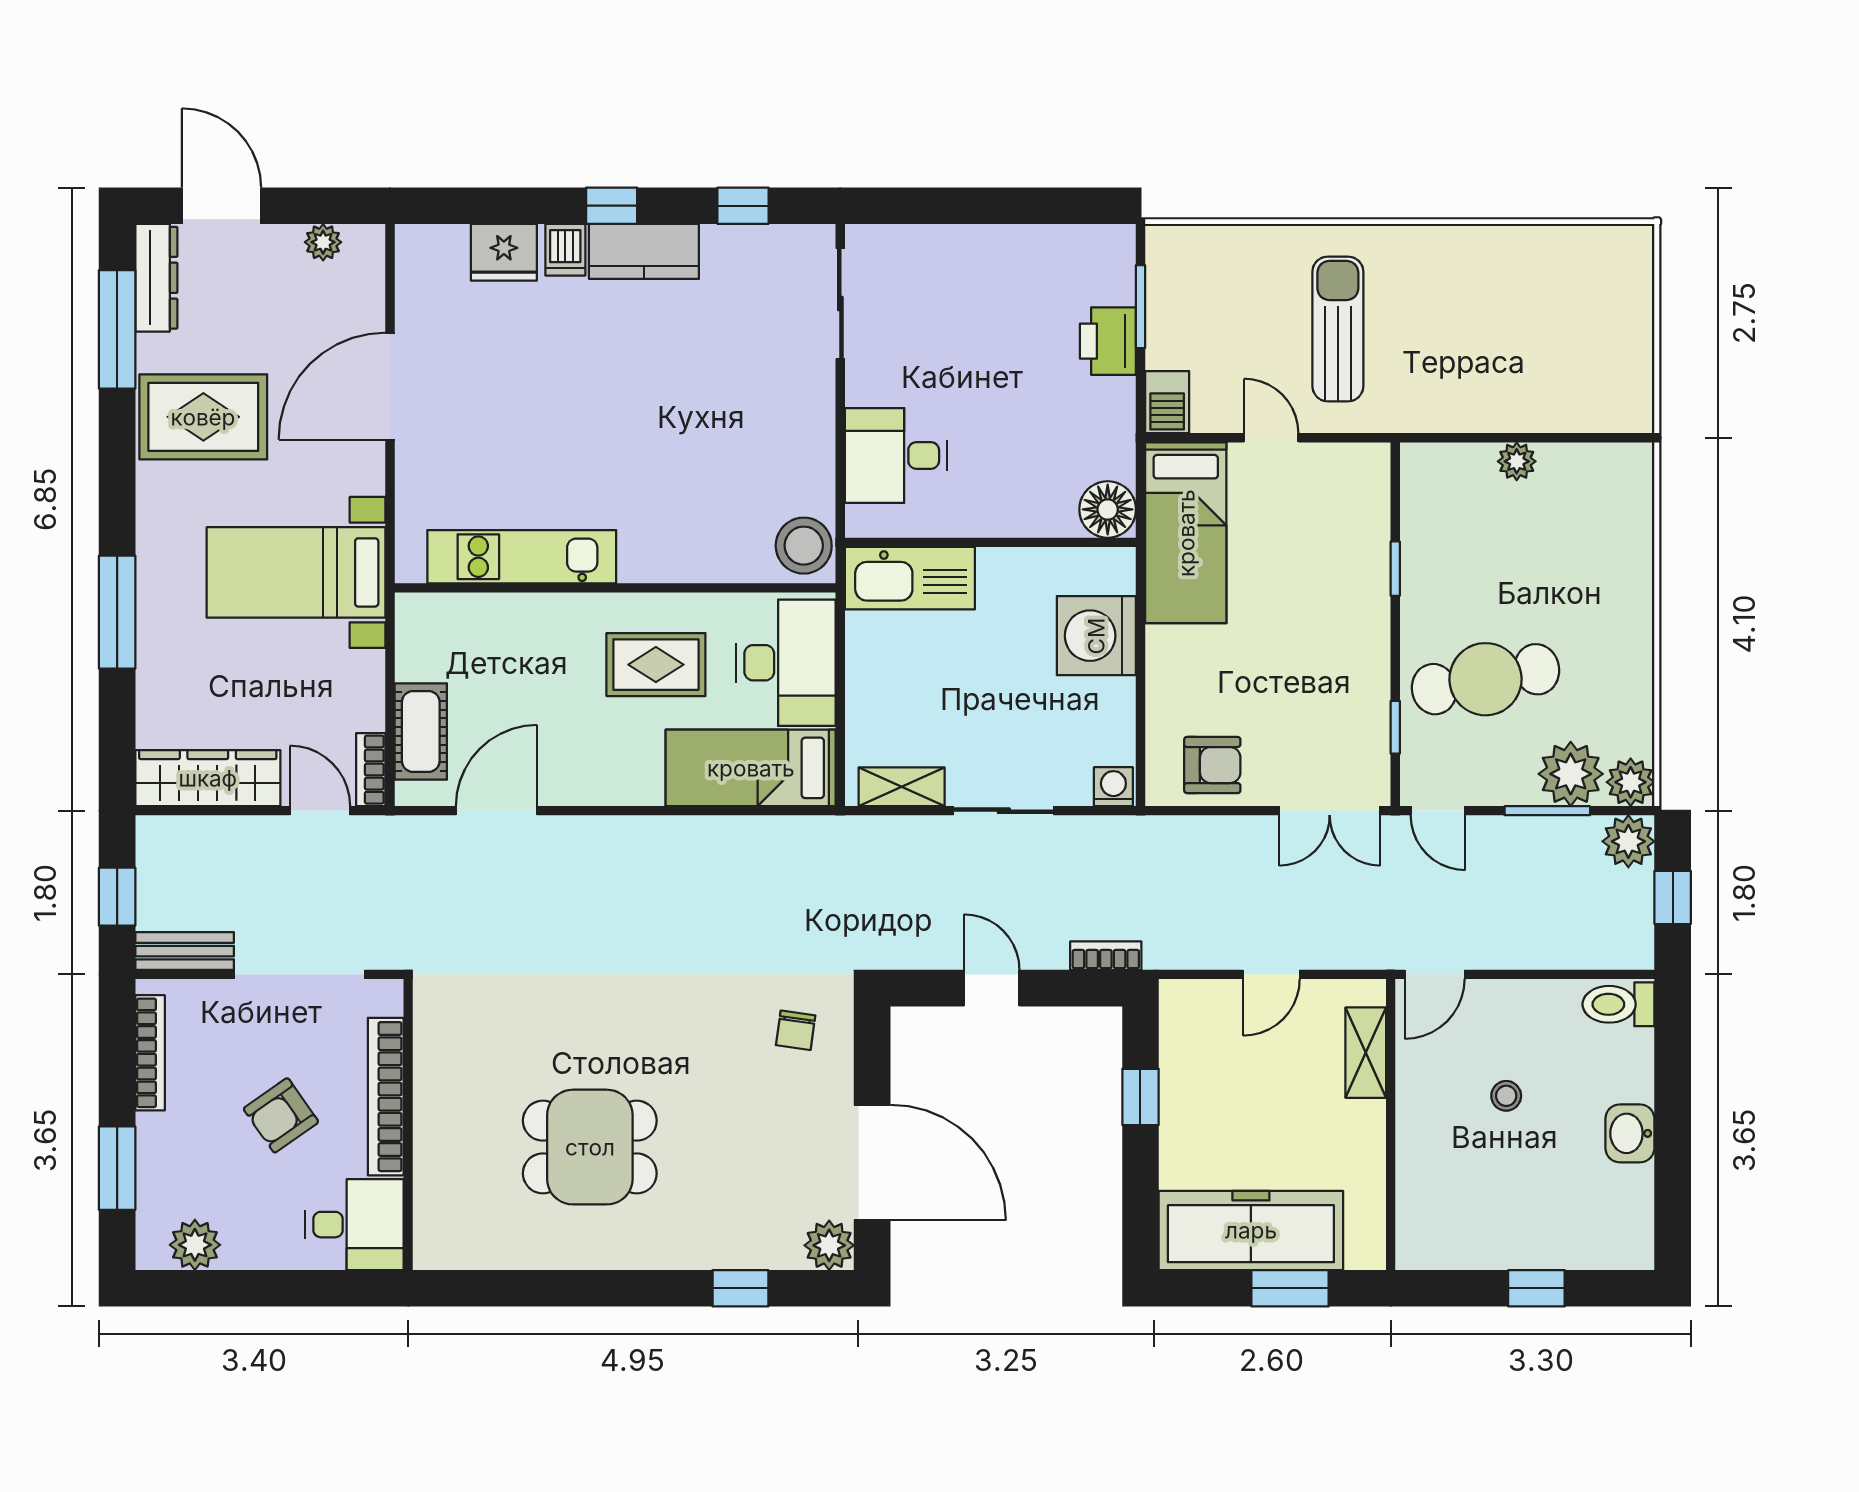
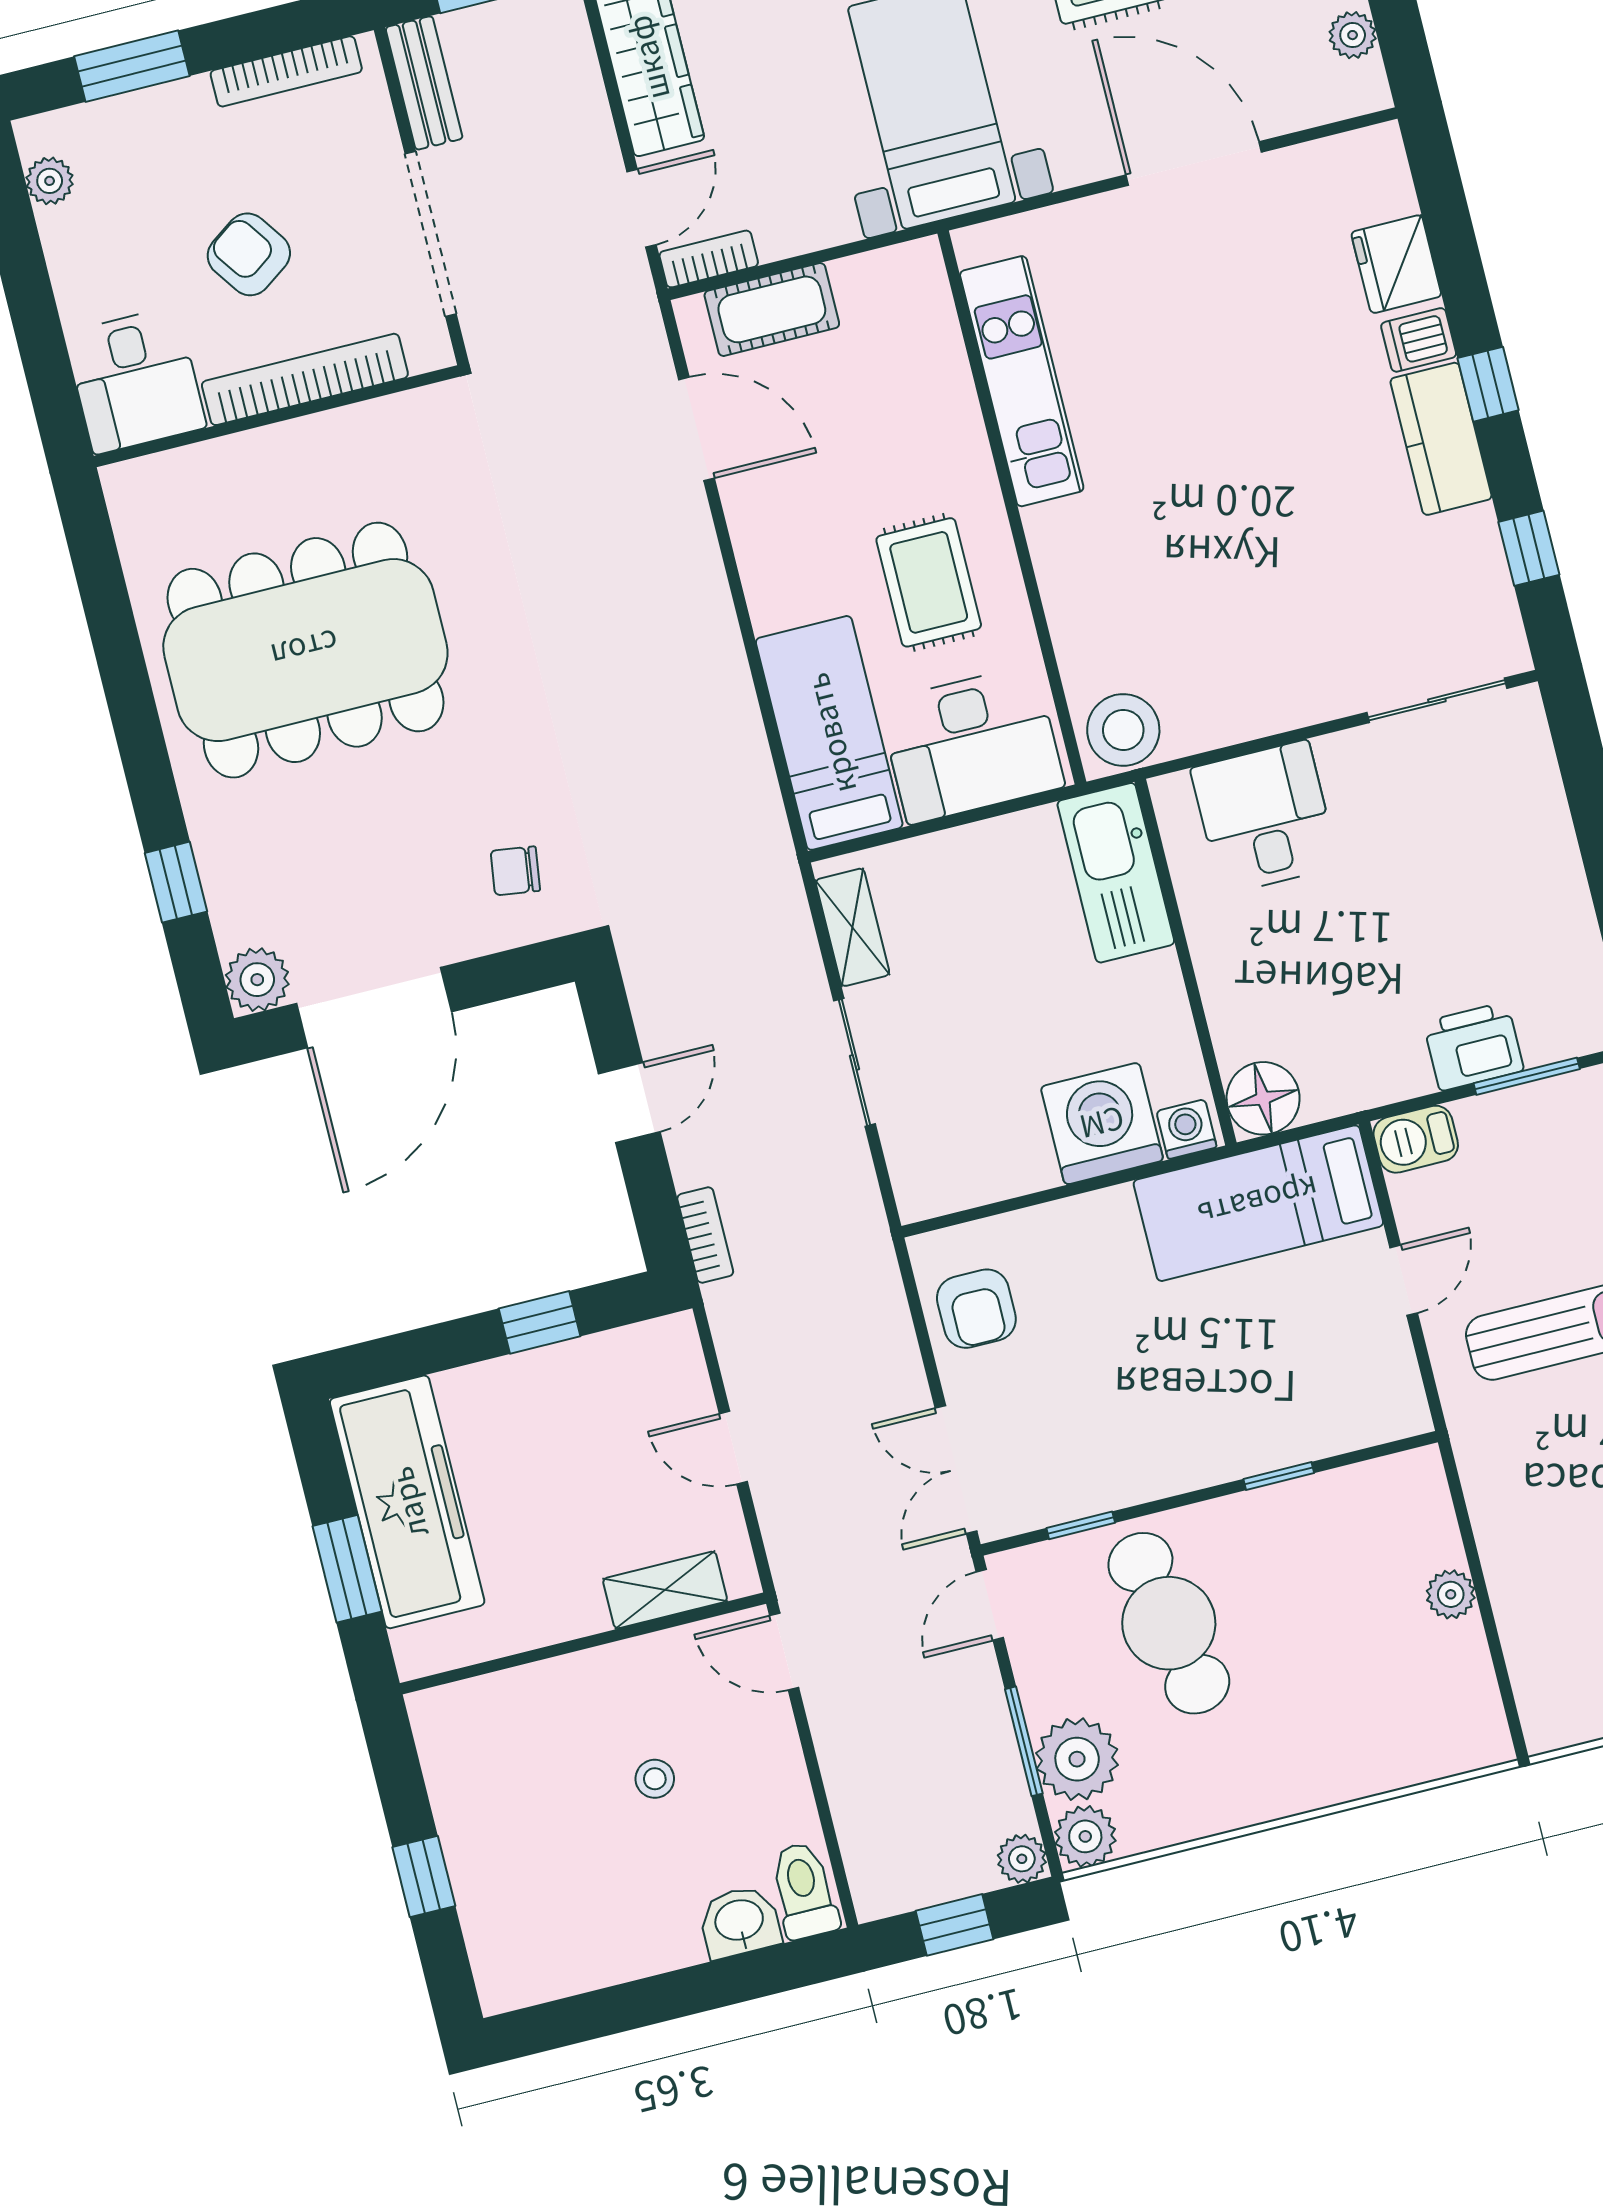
washing machine: (1113, 787) -> (1187, 1129), moved, turned -90
plant: (1628, 841) -> (1022, 1859), width x0.73, depth x0.73
washbasin: (1630, 1133) -> (740, 1922), moved
dining table: (590, 1147) -> (305, 650), width x1.87, depth x1.24
plant: (195, 1245) -> (50, 181), width x0.73, depth x0.73

